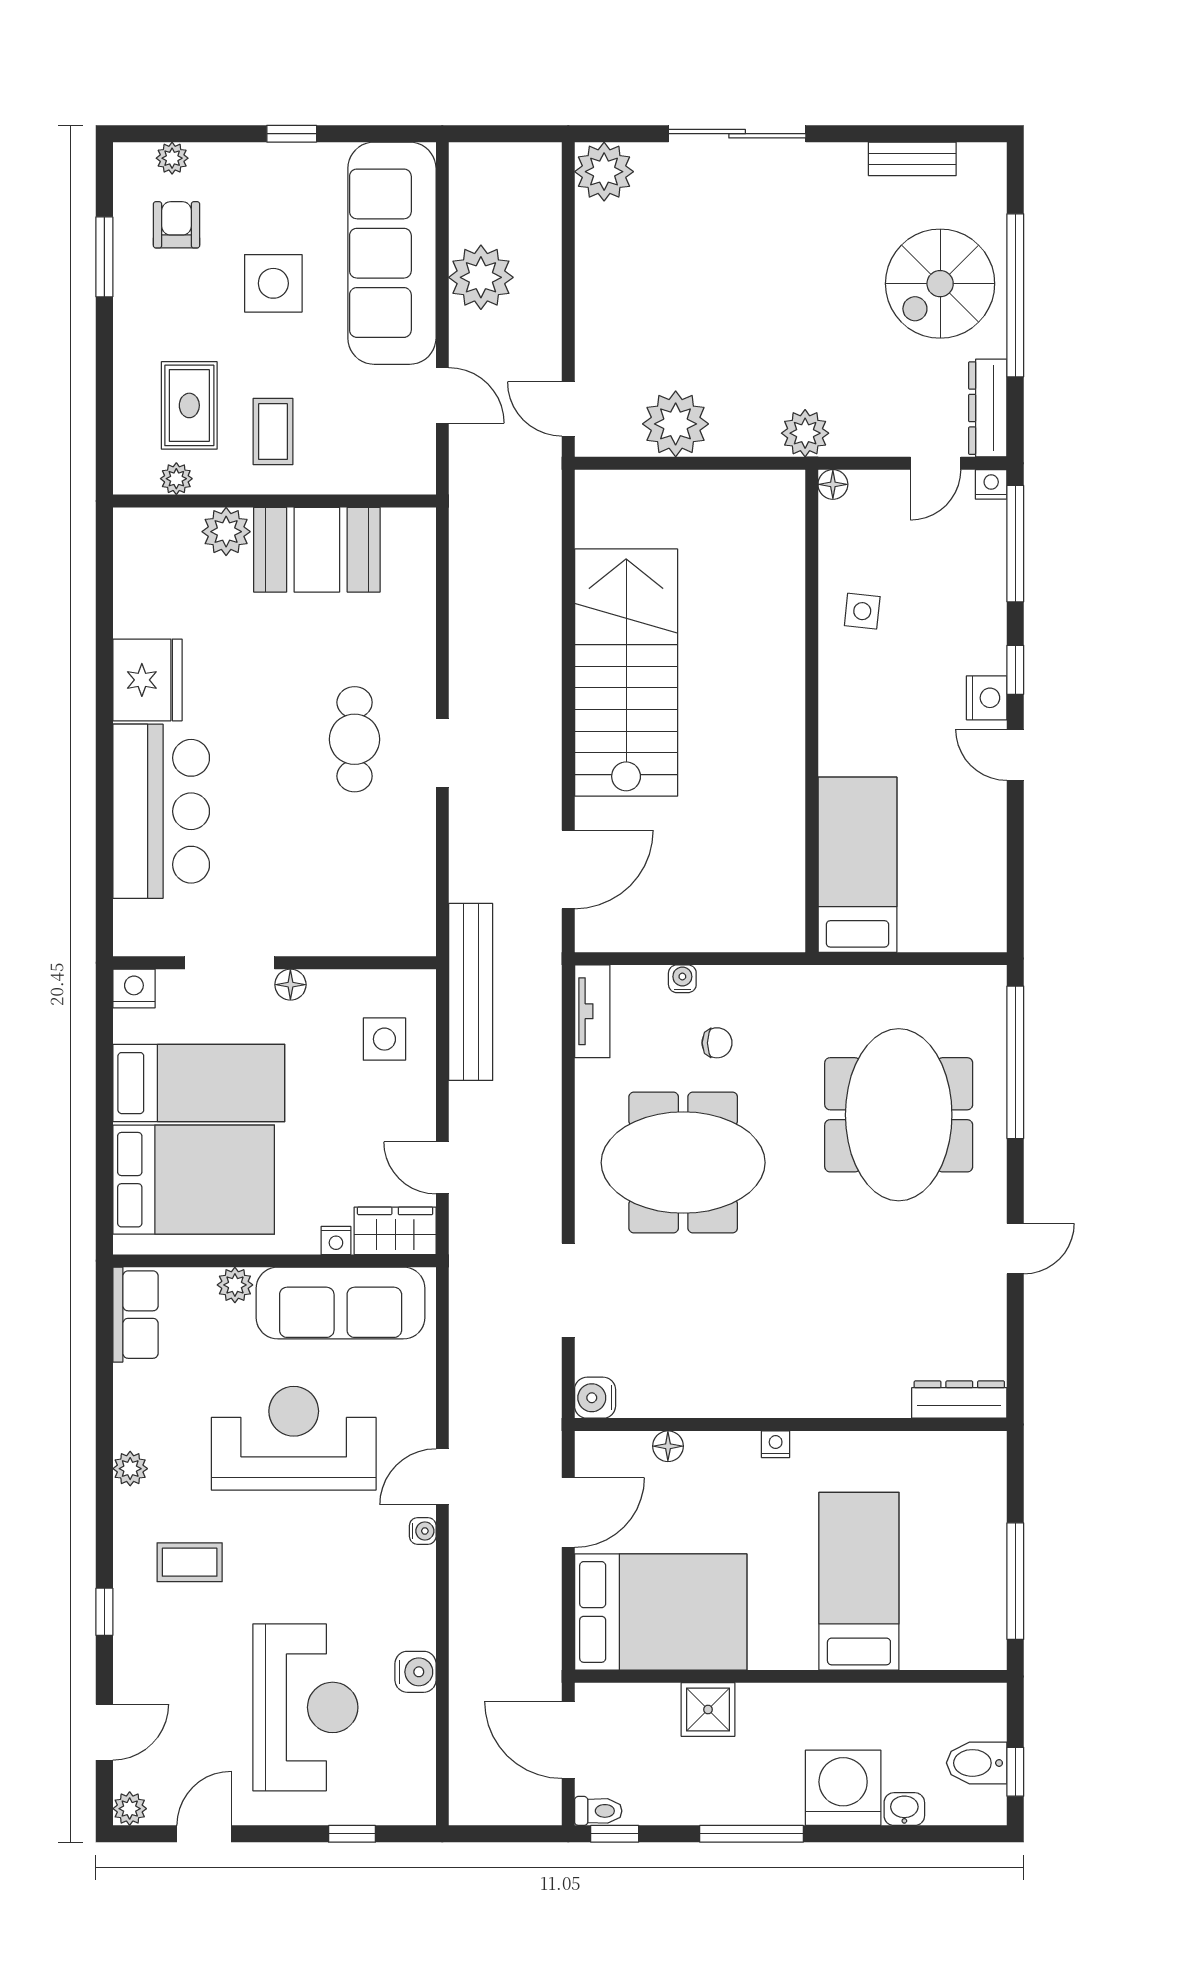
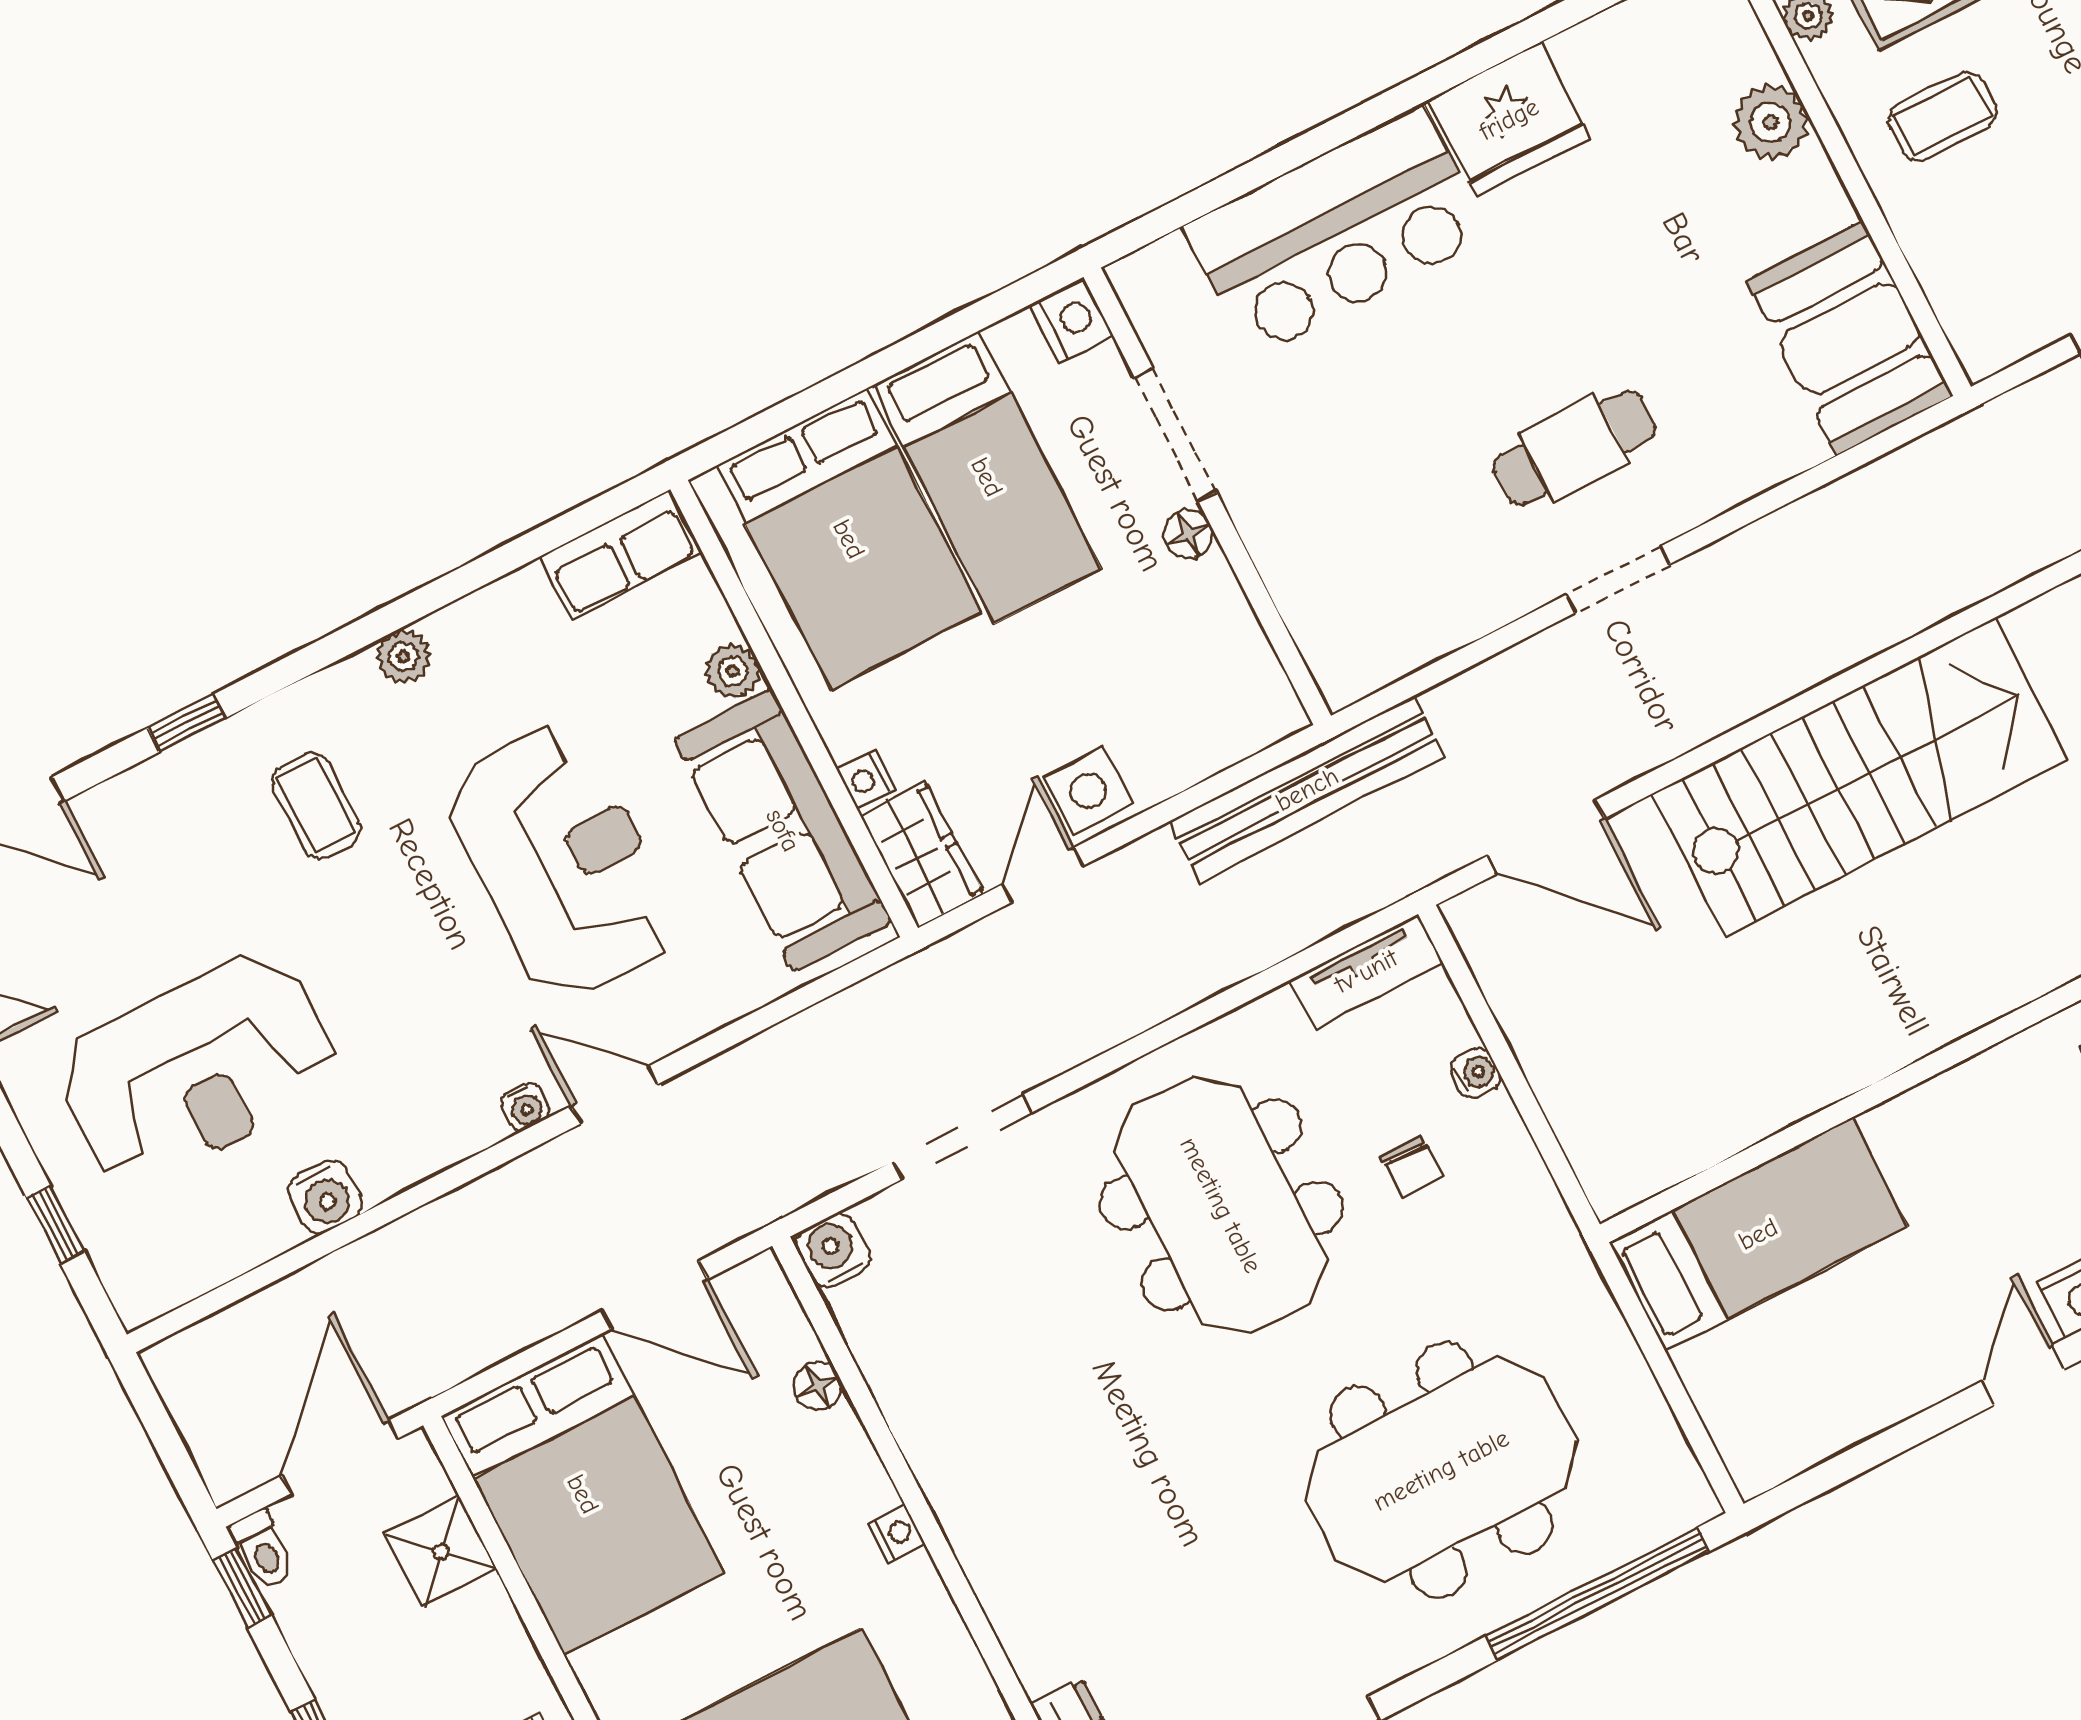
booth: (317, 550) -> (1850, 339), moved
side table: (384, 1039) -> (1088, 791), moved
shower: (708, 1709) -> (441, 1551), moved

